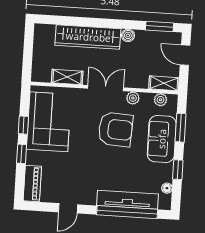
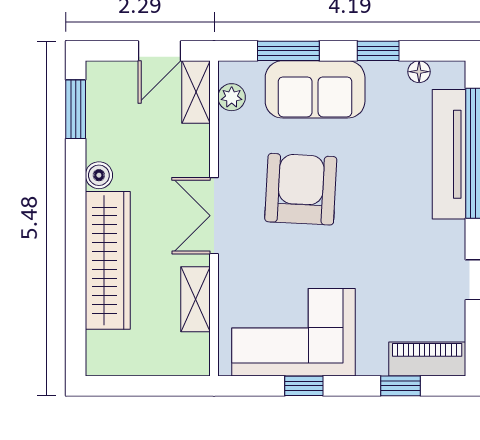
door: (185, 55) -> (160, 51), moved
plant: (133, 98) -> (232, 156), removed
window: (22, 154) -> (401, 386), moved

